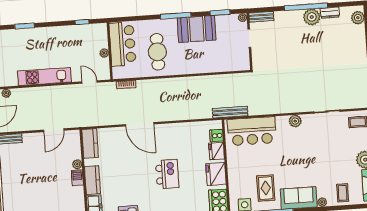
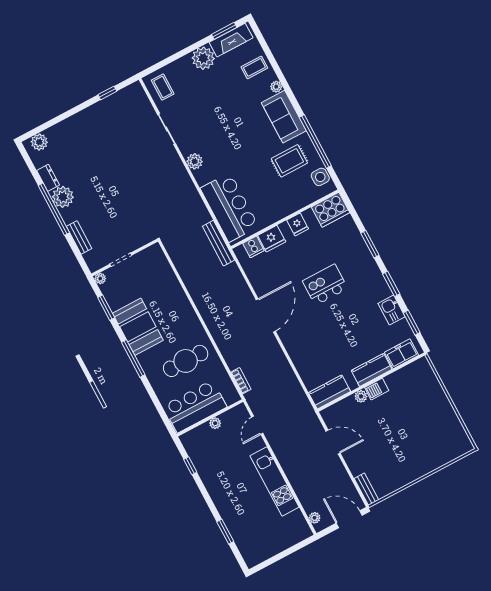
bench: (261, 17) -> (79, 237), moved
door: (140, 124) -> (266, 315), moved
fridge: (216, 174) -> (298, 224), width x0.53, depth x0.75

